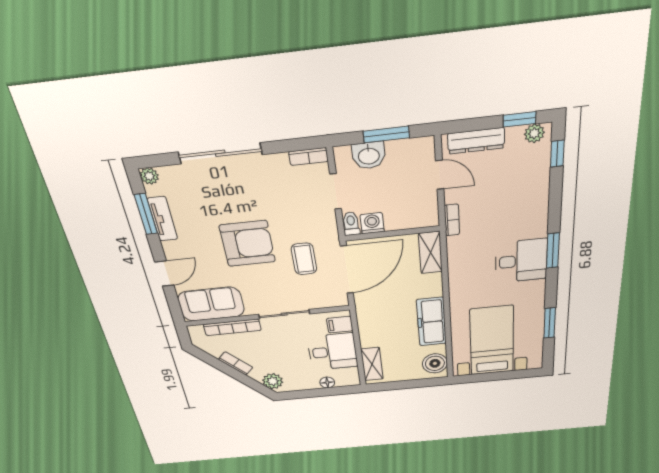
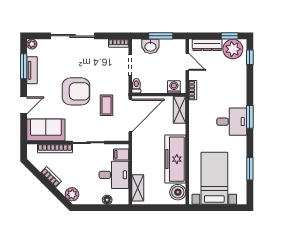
plant: (534, 133) -> (233, 49), width x1.87, depth x1.87
washing machine: (372, 223) -> (174, 87), moved
freezer: (431, 322) -> (175, 159), width x1.36, depth x1.26

